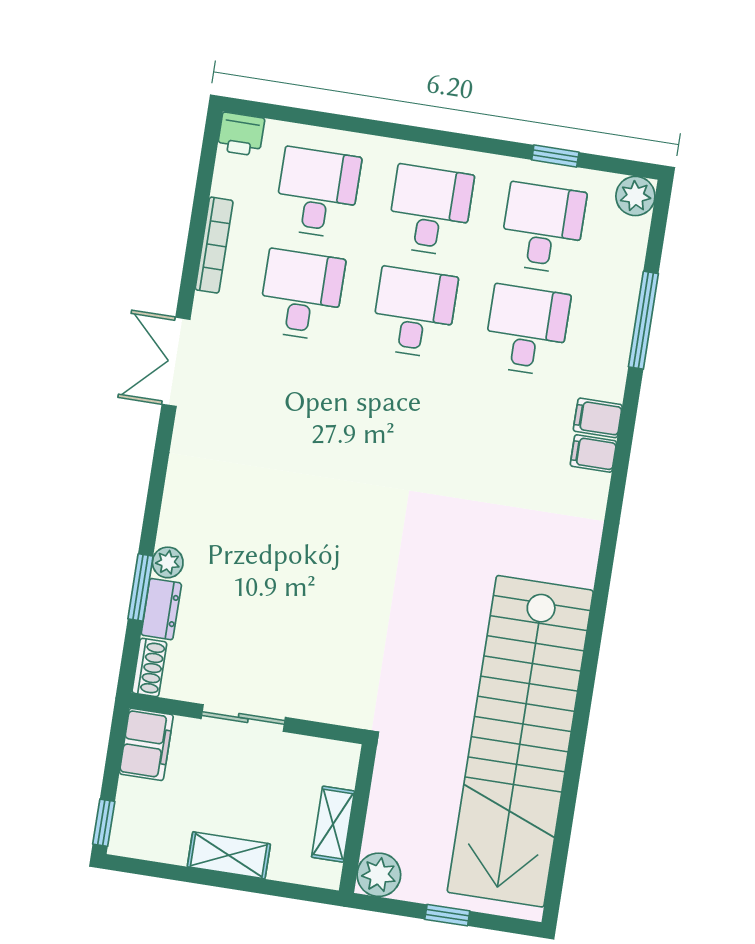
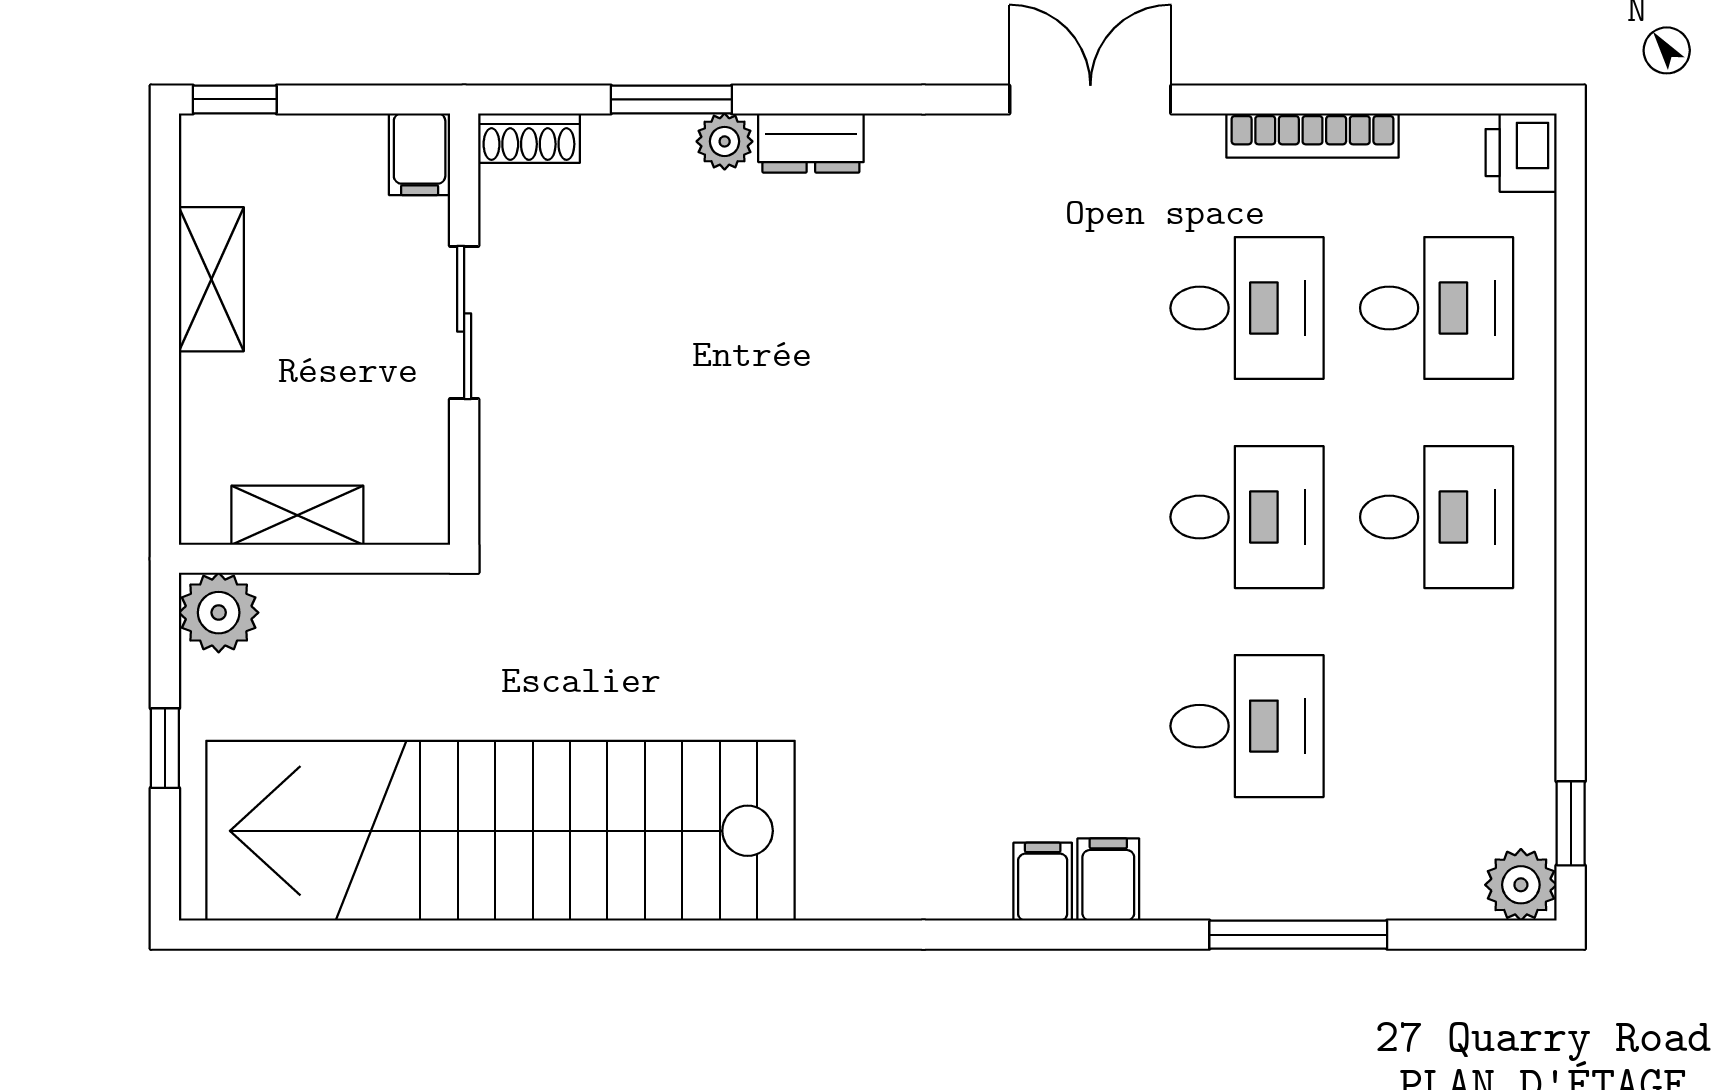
window: (555, 156) -> (1571, 823), moved
desk: (543, 228) -> (1437, 726), removed
dresser: (161, 609) -> (811, 143), moved
filing cabinet: (146, 744) -> (420, 154), width x0.50
shelving: (229, 855) -> (211, 279), moved

